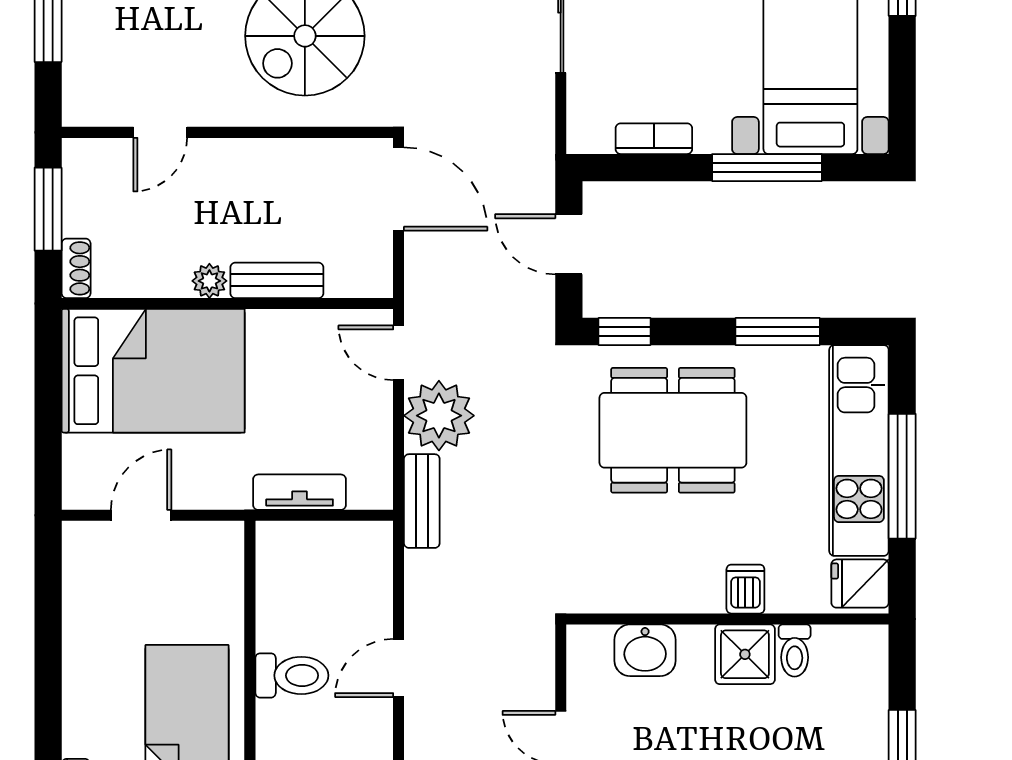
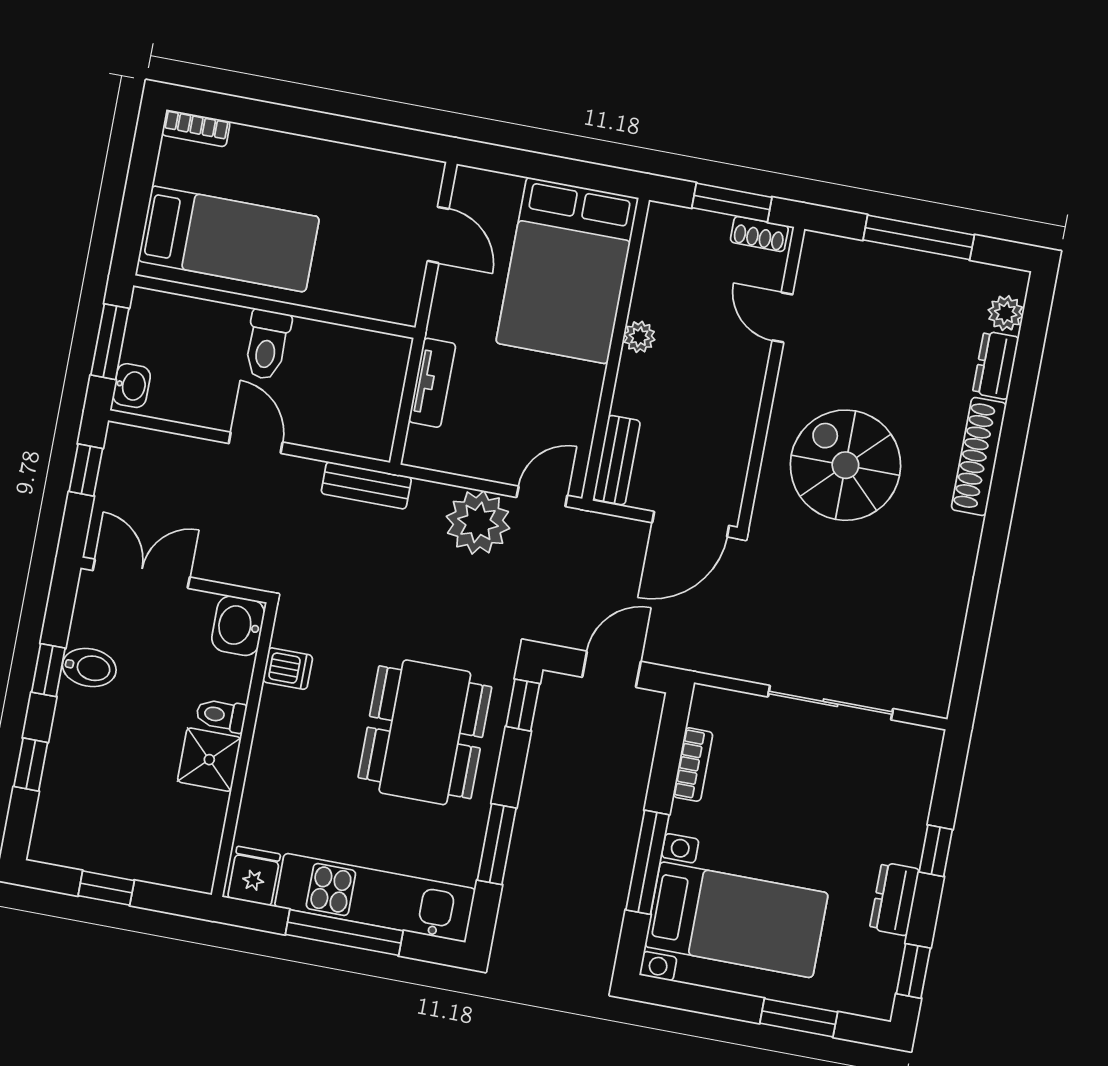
shoe rack: (76, 268) -> (759, 234), moved
bench: (277, 280) -> (617, 460), moved
bench: (422, 501) -> (366, 485), moved
dishwasher: (745, 589) -> (288, 669), moved
washbasin: (645, 650) -> (238, 626), moved
toilet: (795, 650) -> (221, 715), moved

